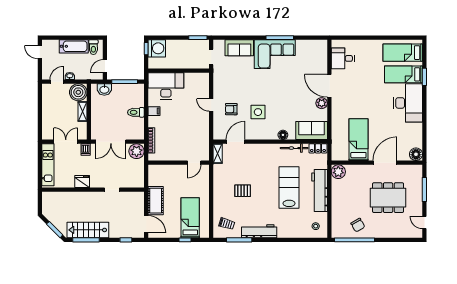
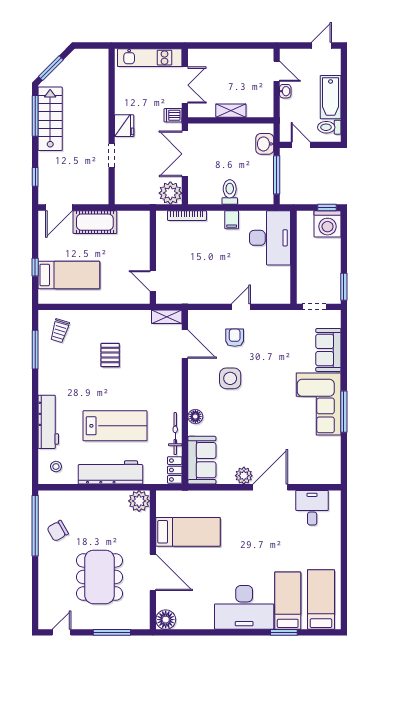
boiler: (78, 92) -> (260, 104), removed
fridge: (82, 182) -> (124, 126), moved
workbench: (259, 231) -> (48, 422), moved

